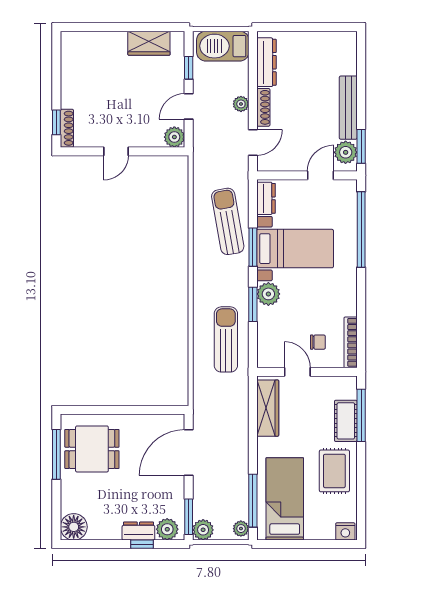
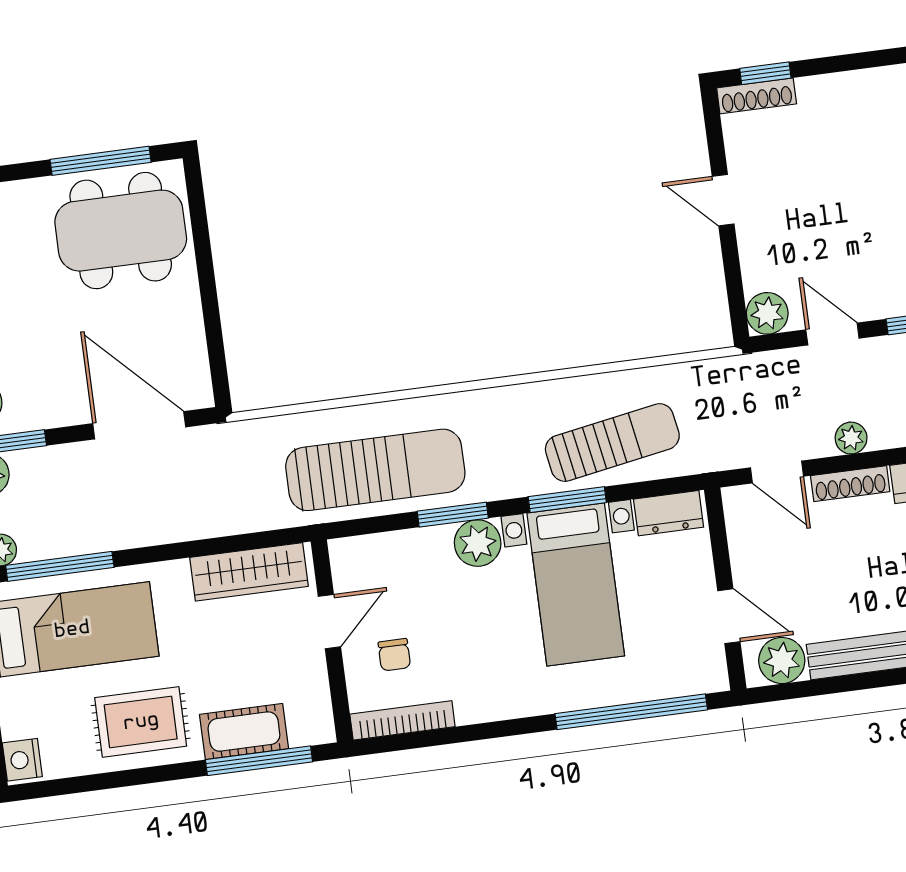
window: (361, 146) -> (798, 690), removed
sun lounger: (226, 339) -> (375, 470), width x1.36, depth x1.34
dining table: (92, 449) -> (121, 231), width x1.38

